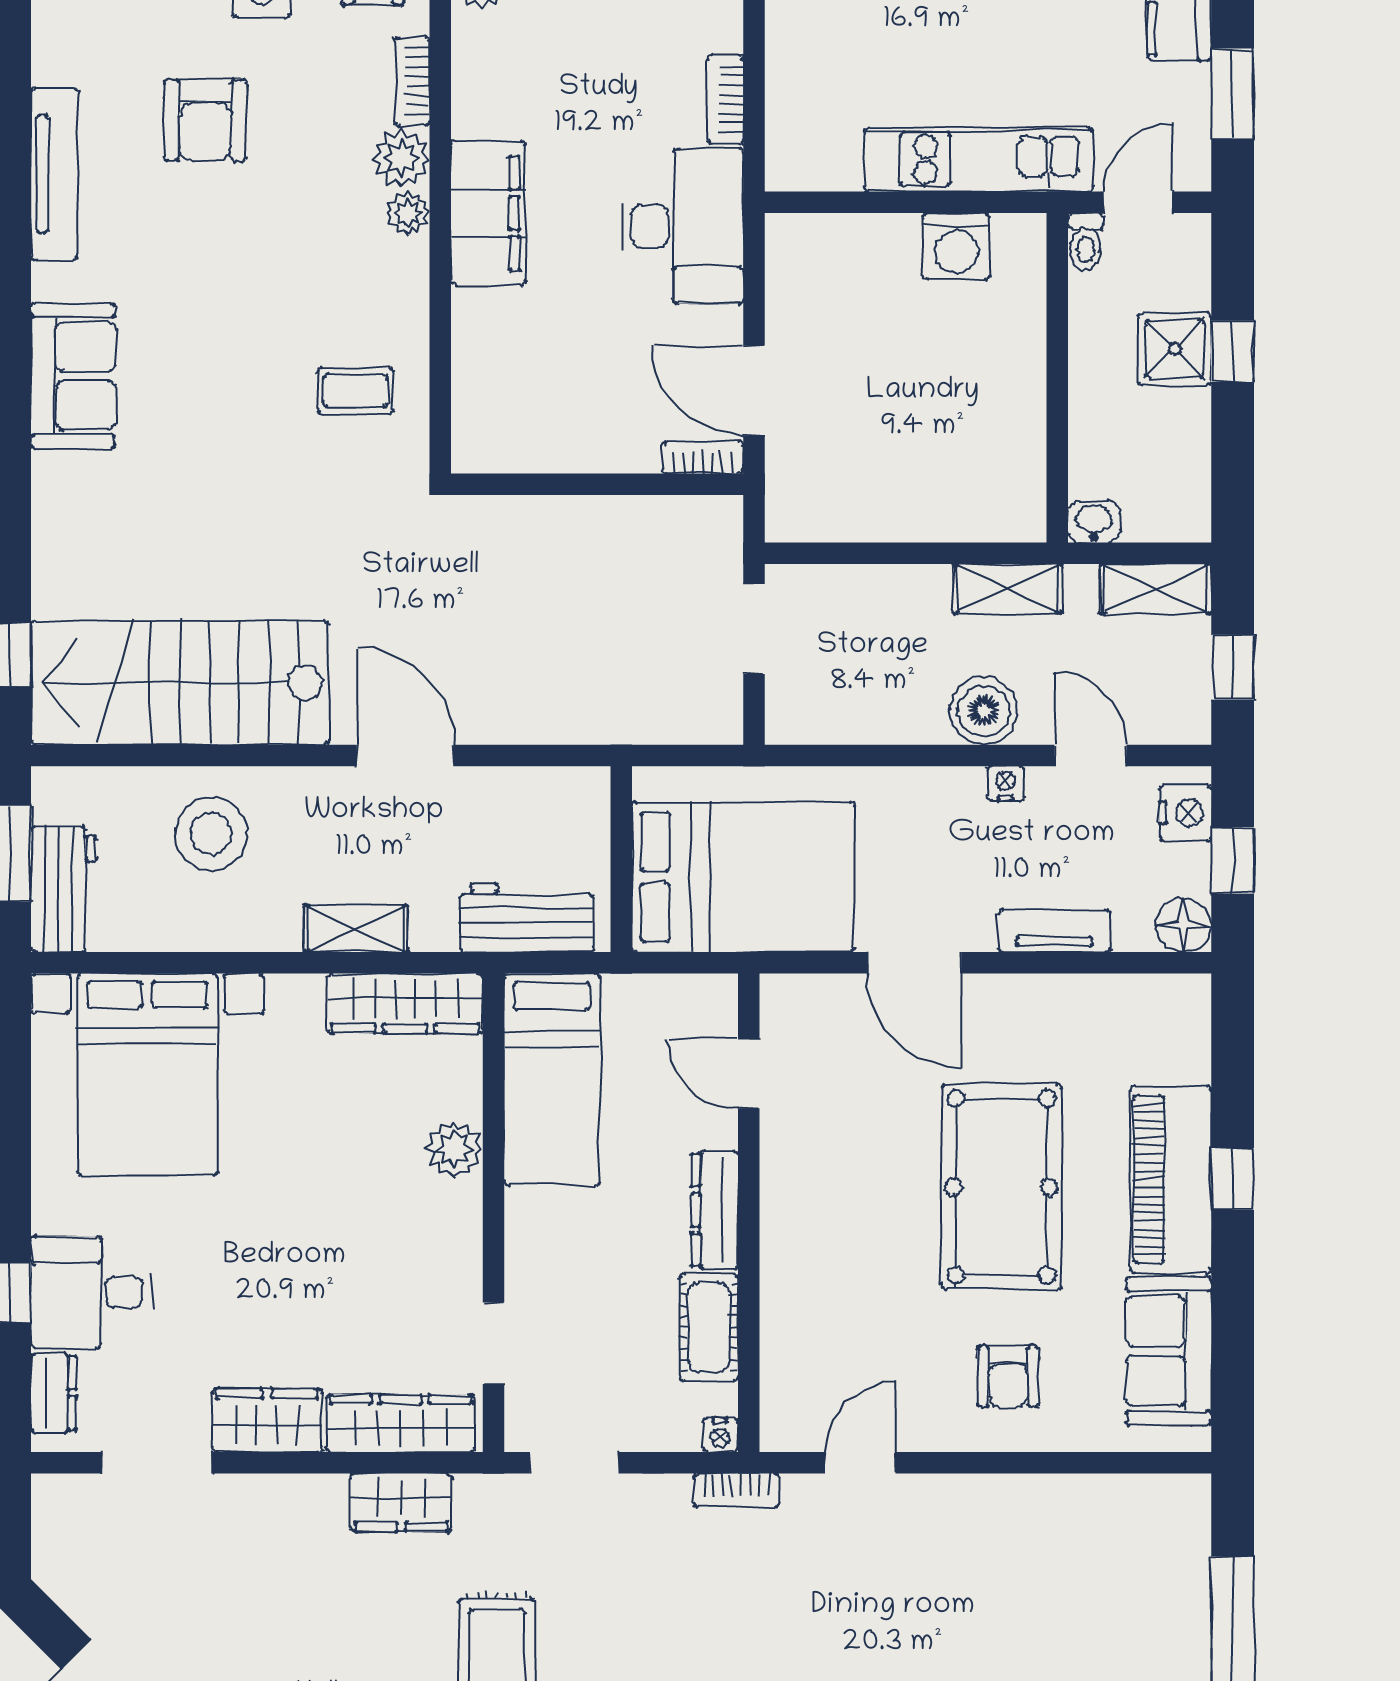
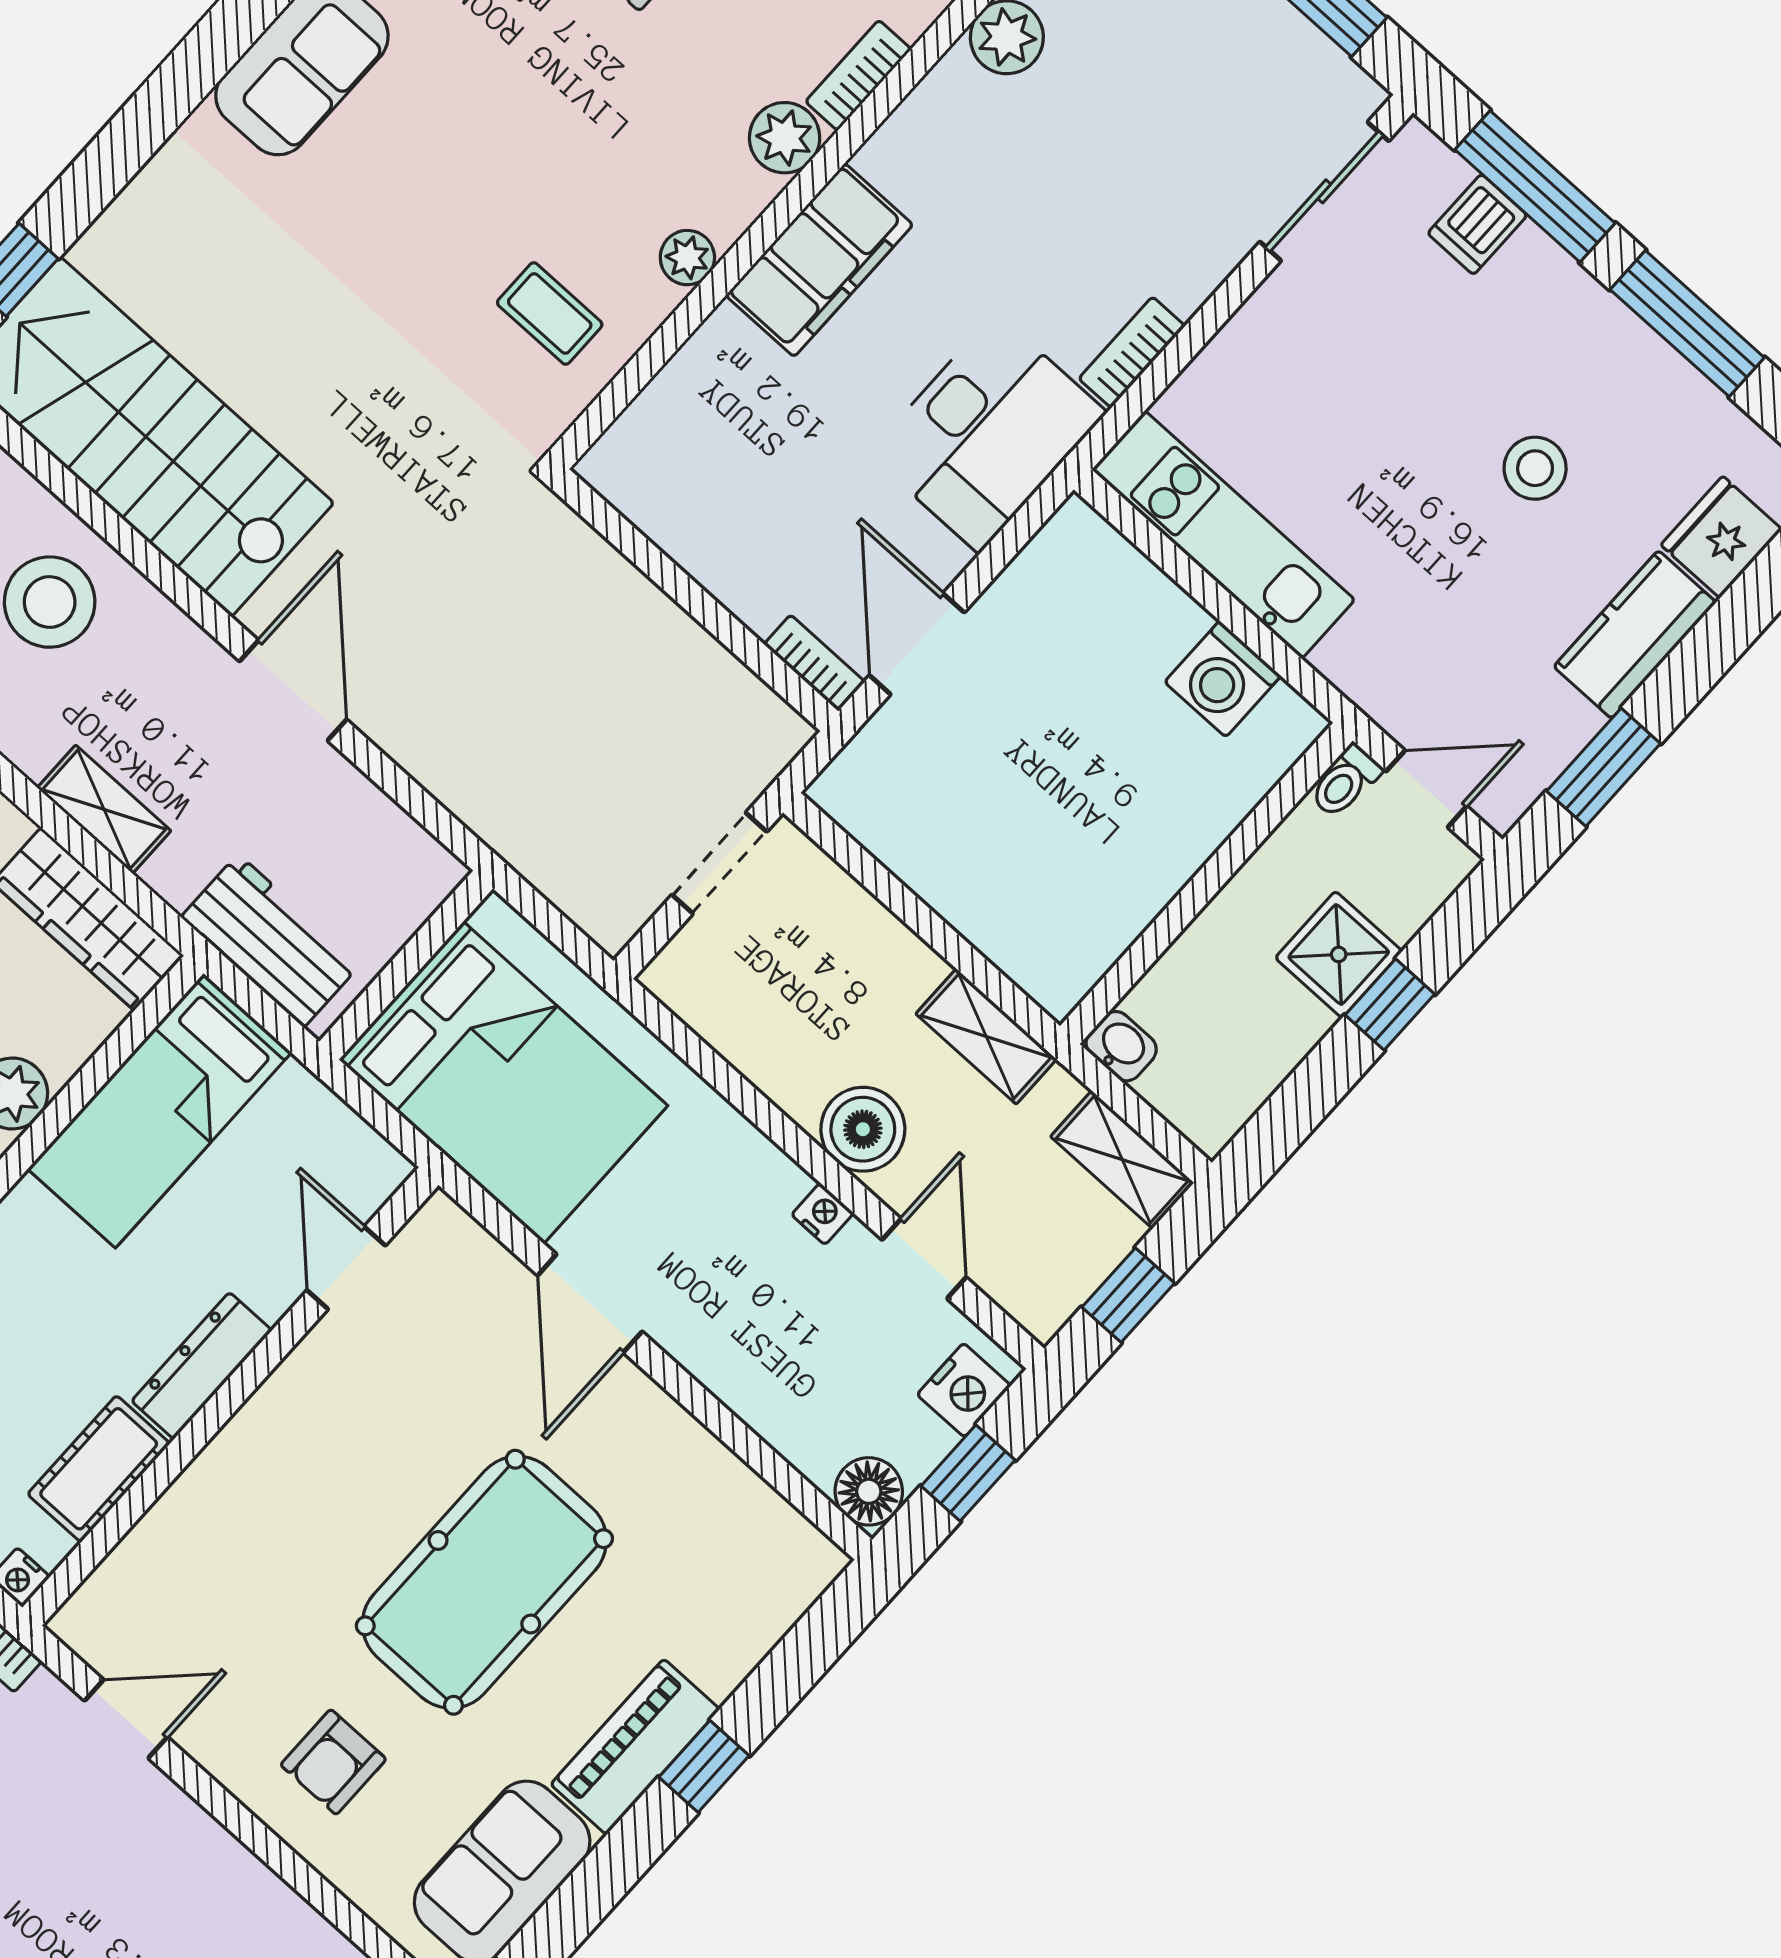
kitchen unit: (978, 160) -> (1223, 535), moved
plant: (408, 213) -> (687, 258), moved
tv unit: (1054, 931) -> (746, 1390), removed
piano: (1171, 1179) -> (635, 1747), width x0.73, depth x0.75

